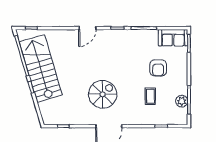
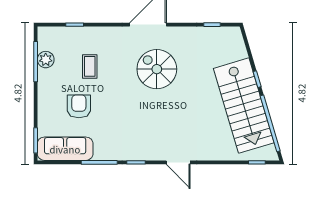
door: (87, 28) -> (178, 162), swing flipped
sofa: (173, 38) -> (65, 149), width x1.36
spiral stairs: (103, 94) -> (157, 69), turned 90

